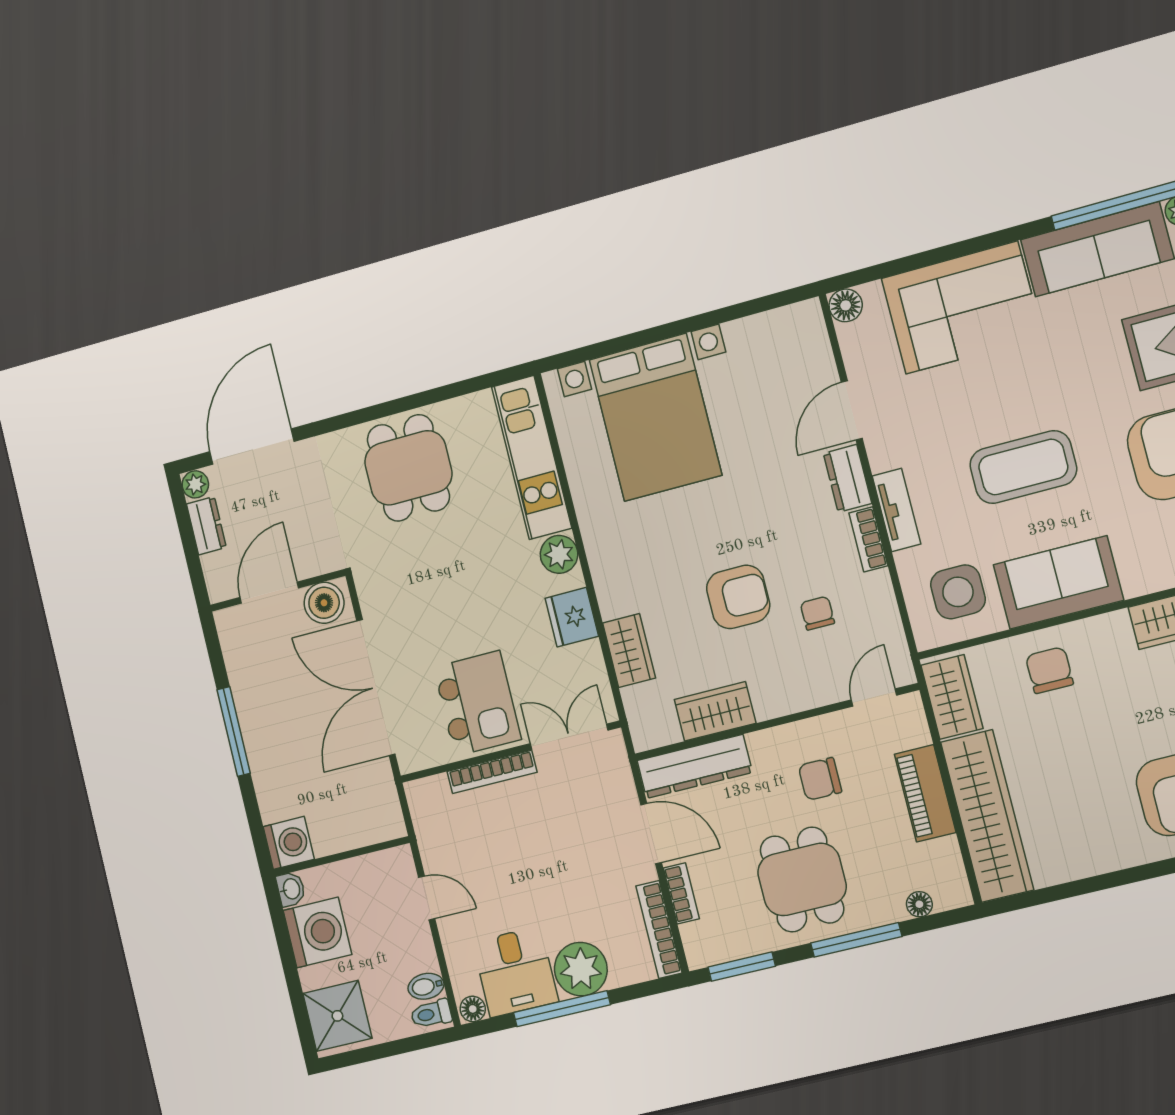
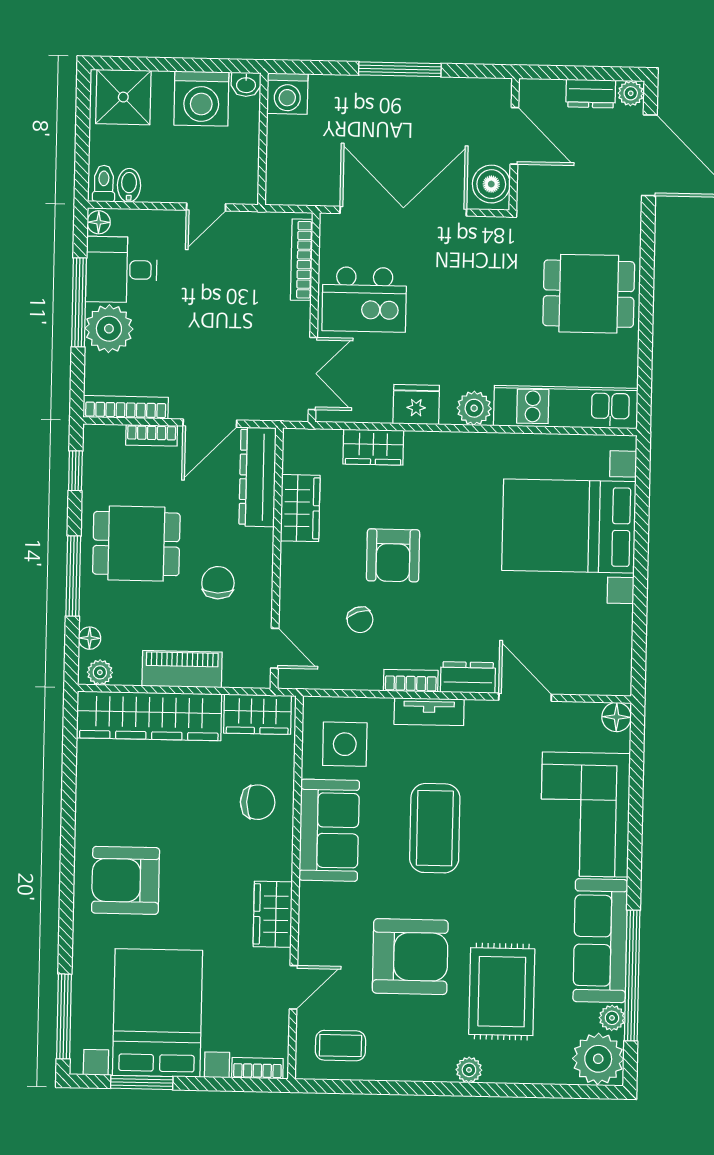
chair: (817, 613) -> (360, 620), turned 70
bookcase: (492, 772) -> (302, 260), moved
plant: (954, 883) -> (100, 672), added
window: (742, 967) -> (75, 471), width x0.67

